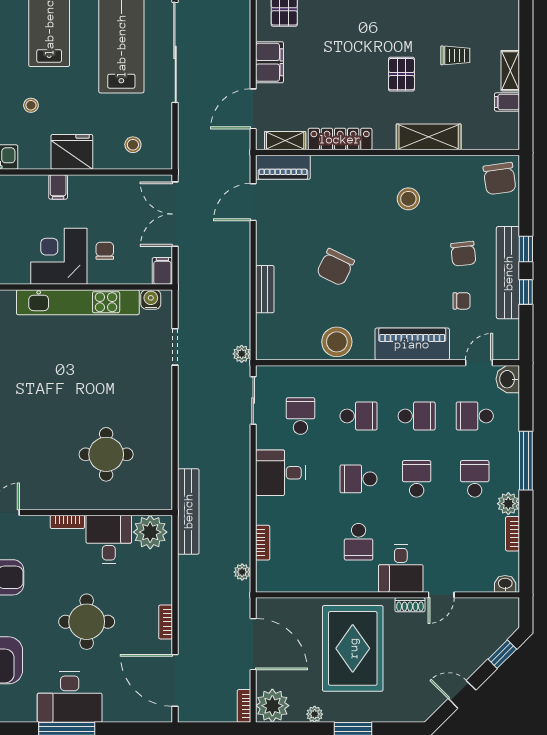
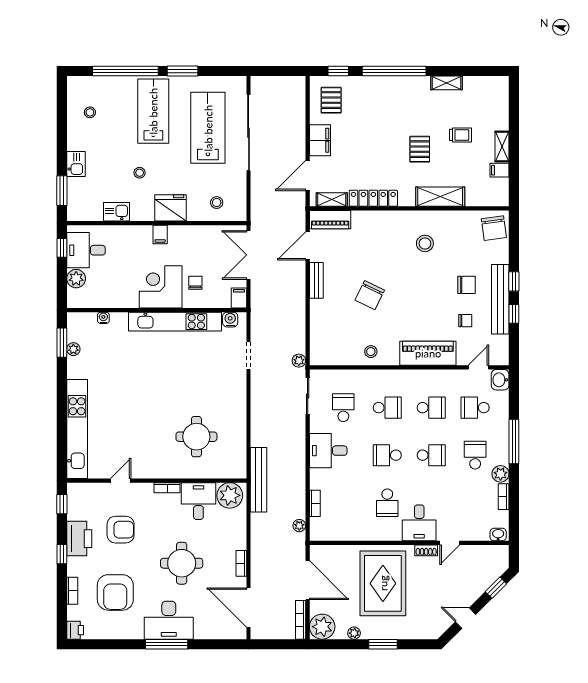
chair: (463, 254) -> (466, 285), turned -84
bench: (265, 289) -> (316, 280), moved
stool: (337, 342) -> (371, 352), width x0.53, depth x0.53
school desk: (417, 479) -> (431, 455), turned 90
bookcase: (244, 706) -> (301, 620), width x1.56

